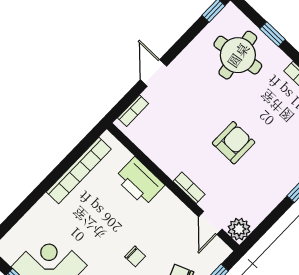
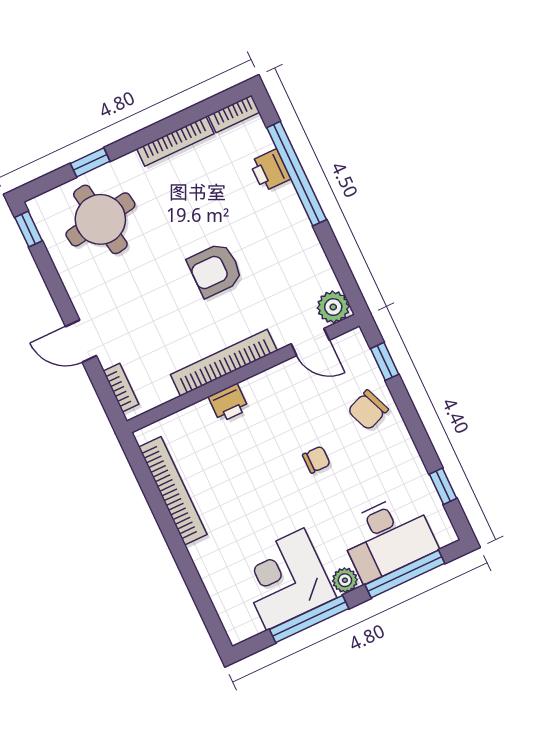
armchair: (234, 143) -> (215, 270), turned -90
printer: (140, 182) -> (229, 403), width x0.53, depth x0.68
bookcase: (189, 188) -> (224, 363), width x2.31, depth x1.31

